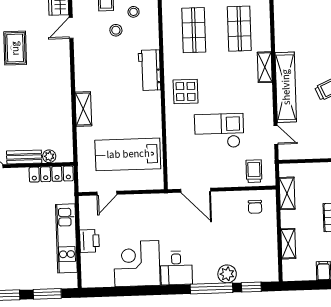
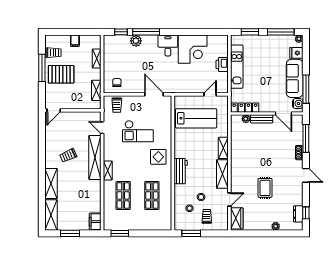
shelving: (83, 68) -> (222, 174), added

